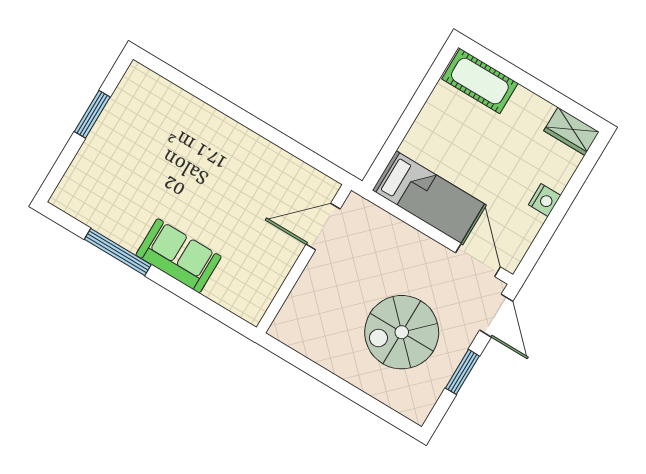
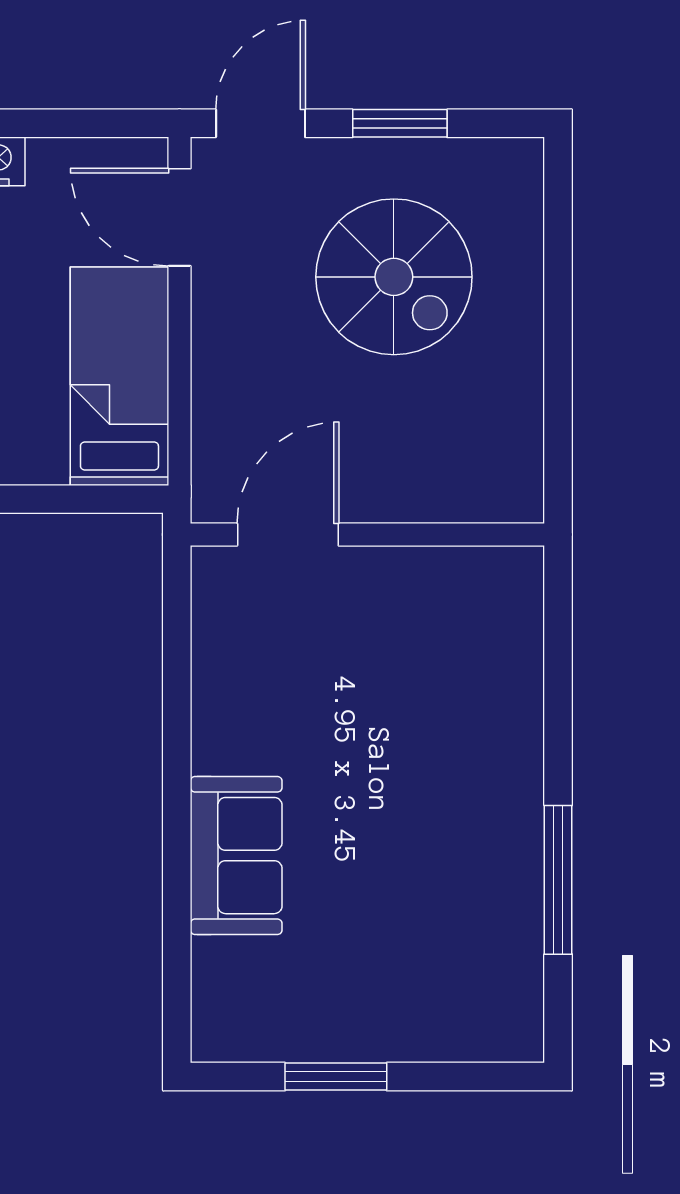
door: (323, 227) -> (288, 535), swing flipped
sofa: (179, 256) -> (236, 856), moved, turned 180
door: (478, 260) -> (180, 217), hinge flipped

